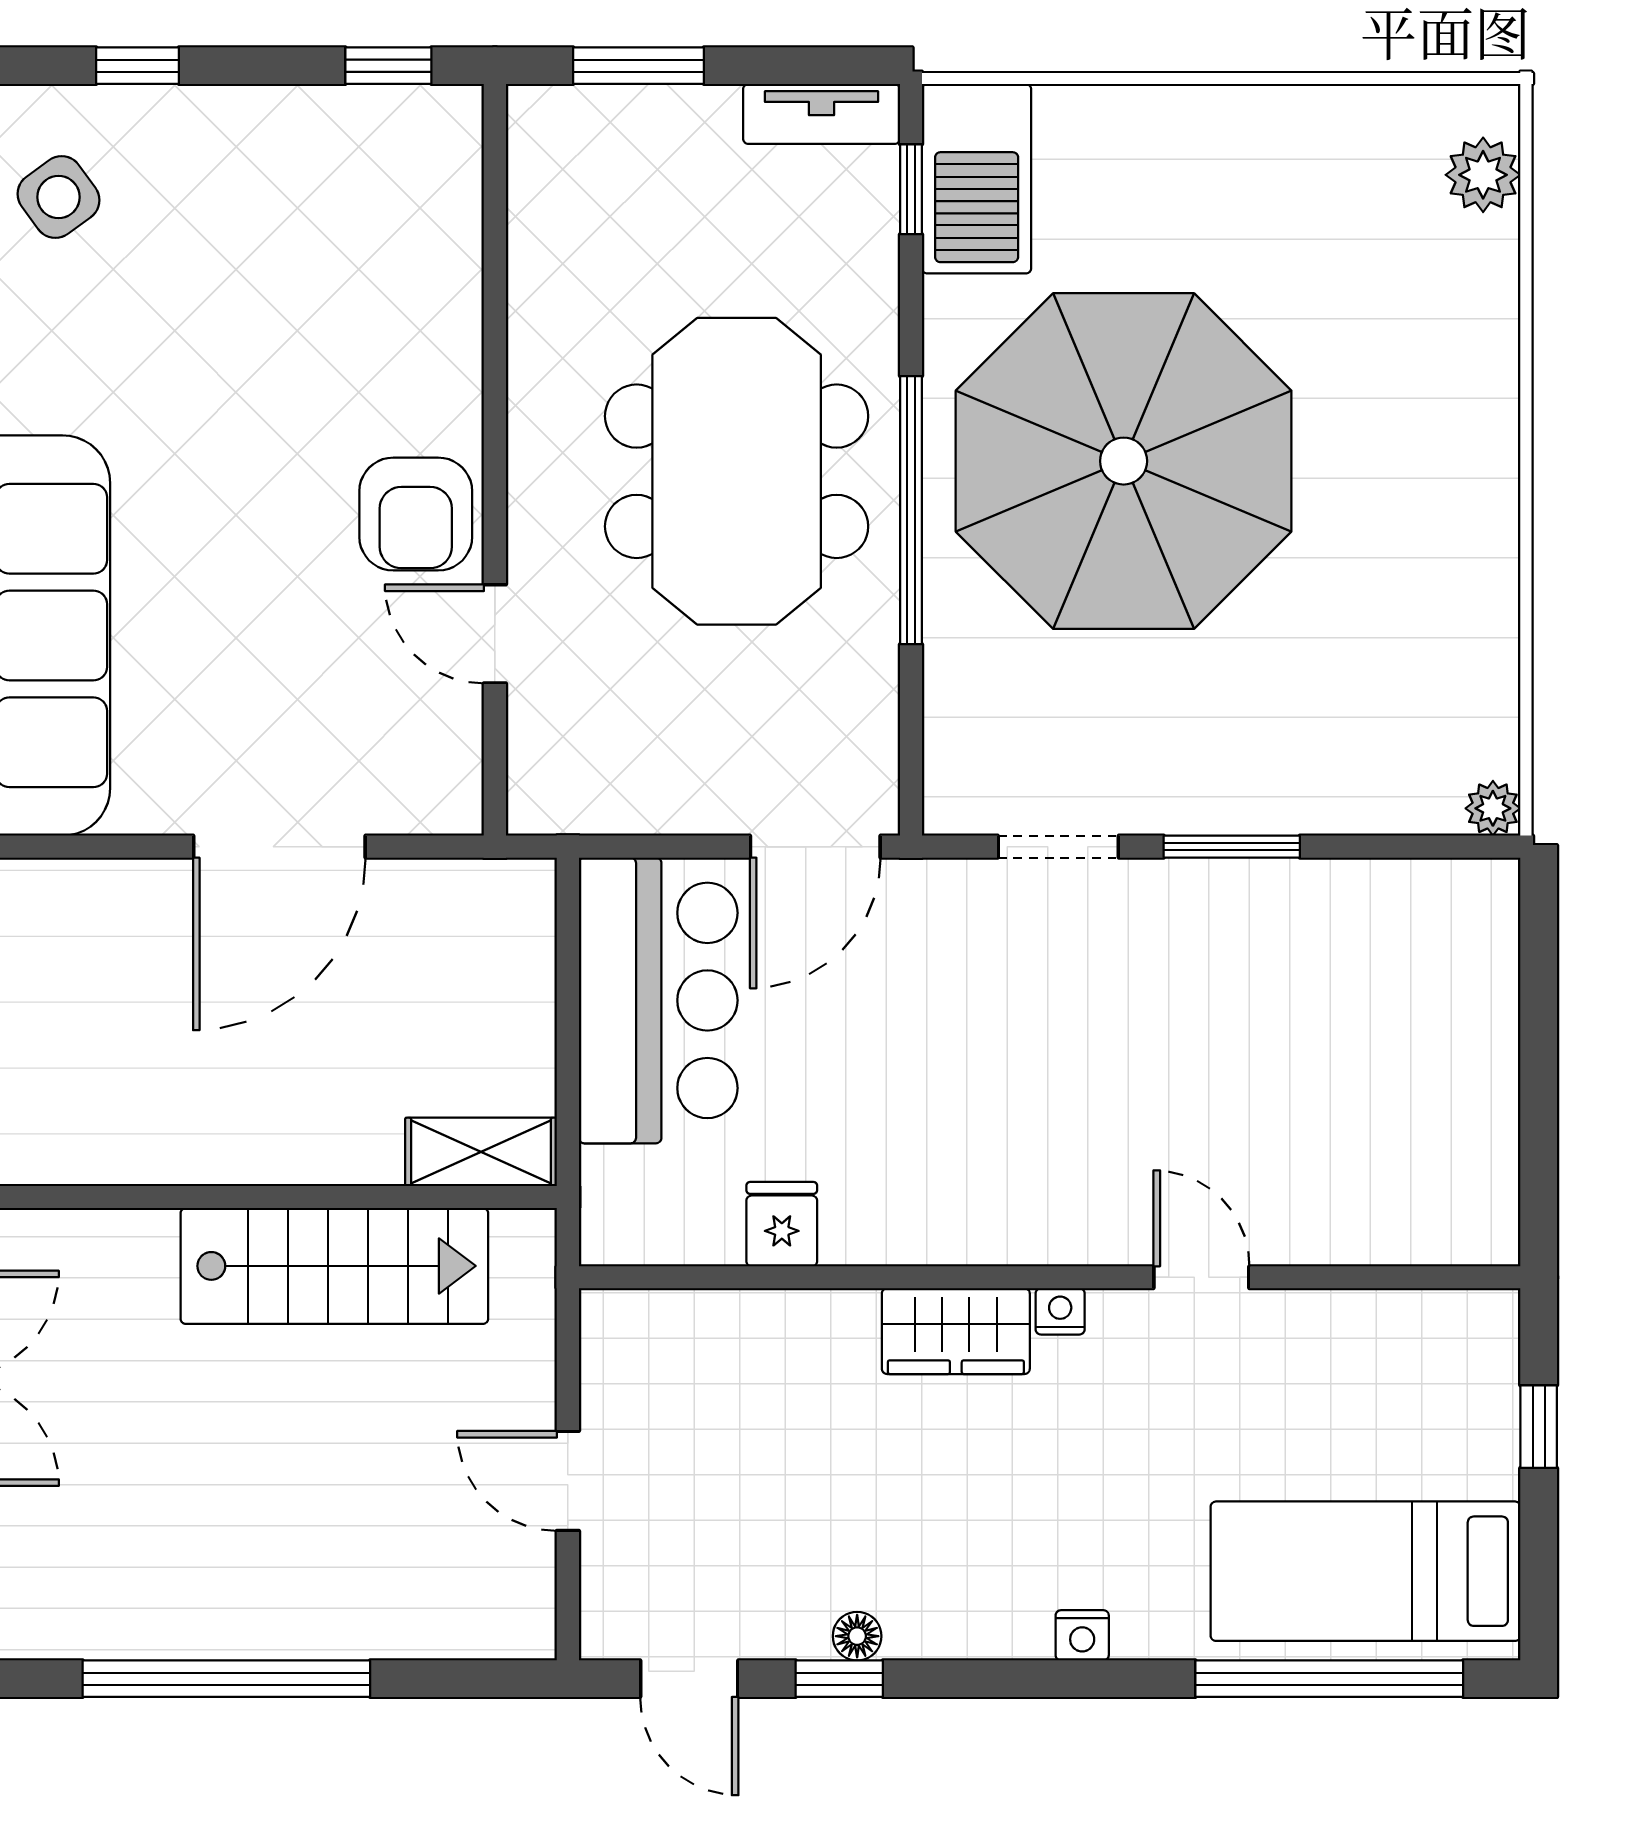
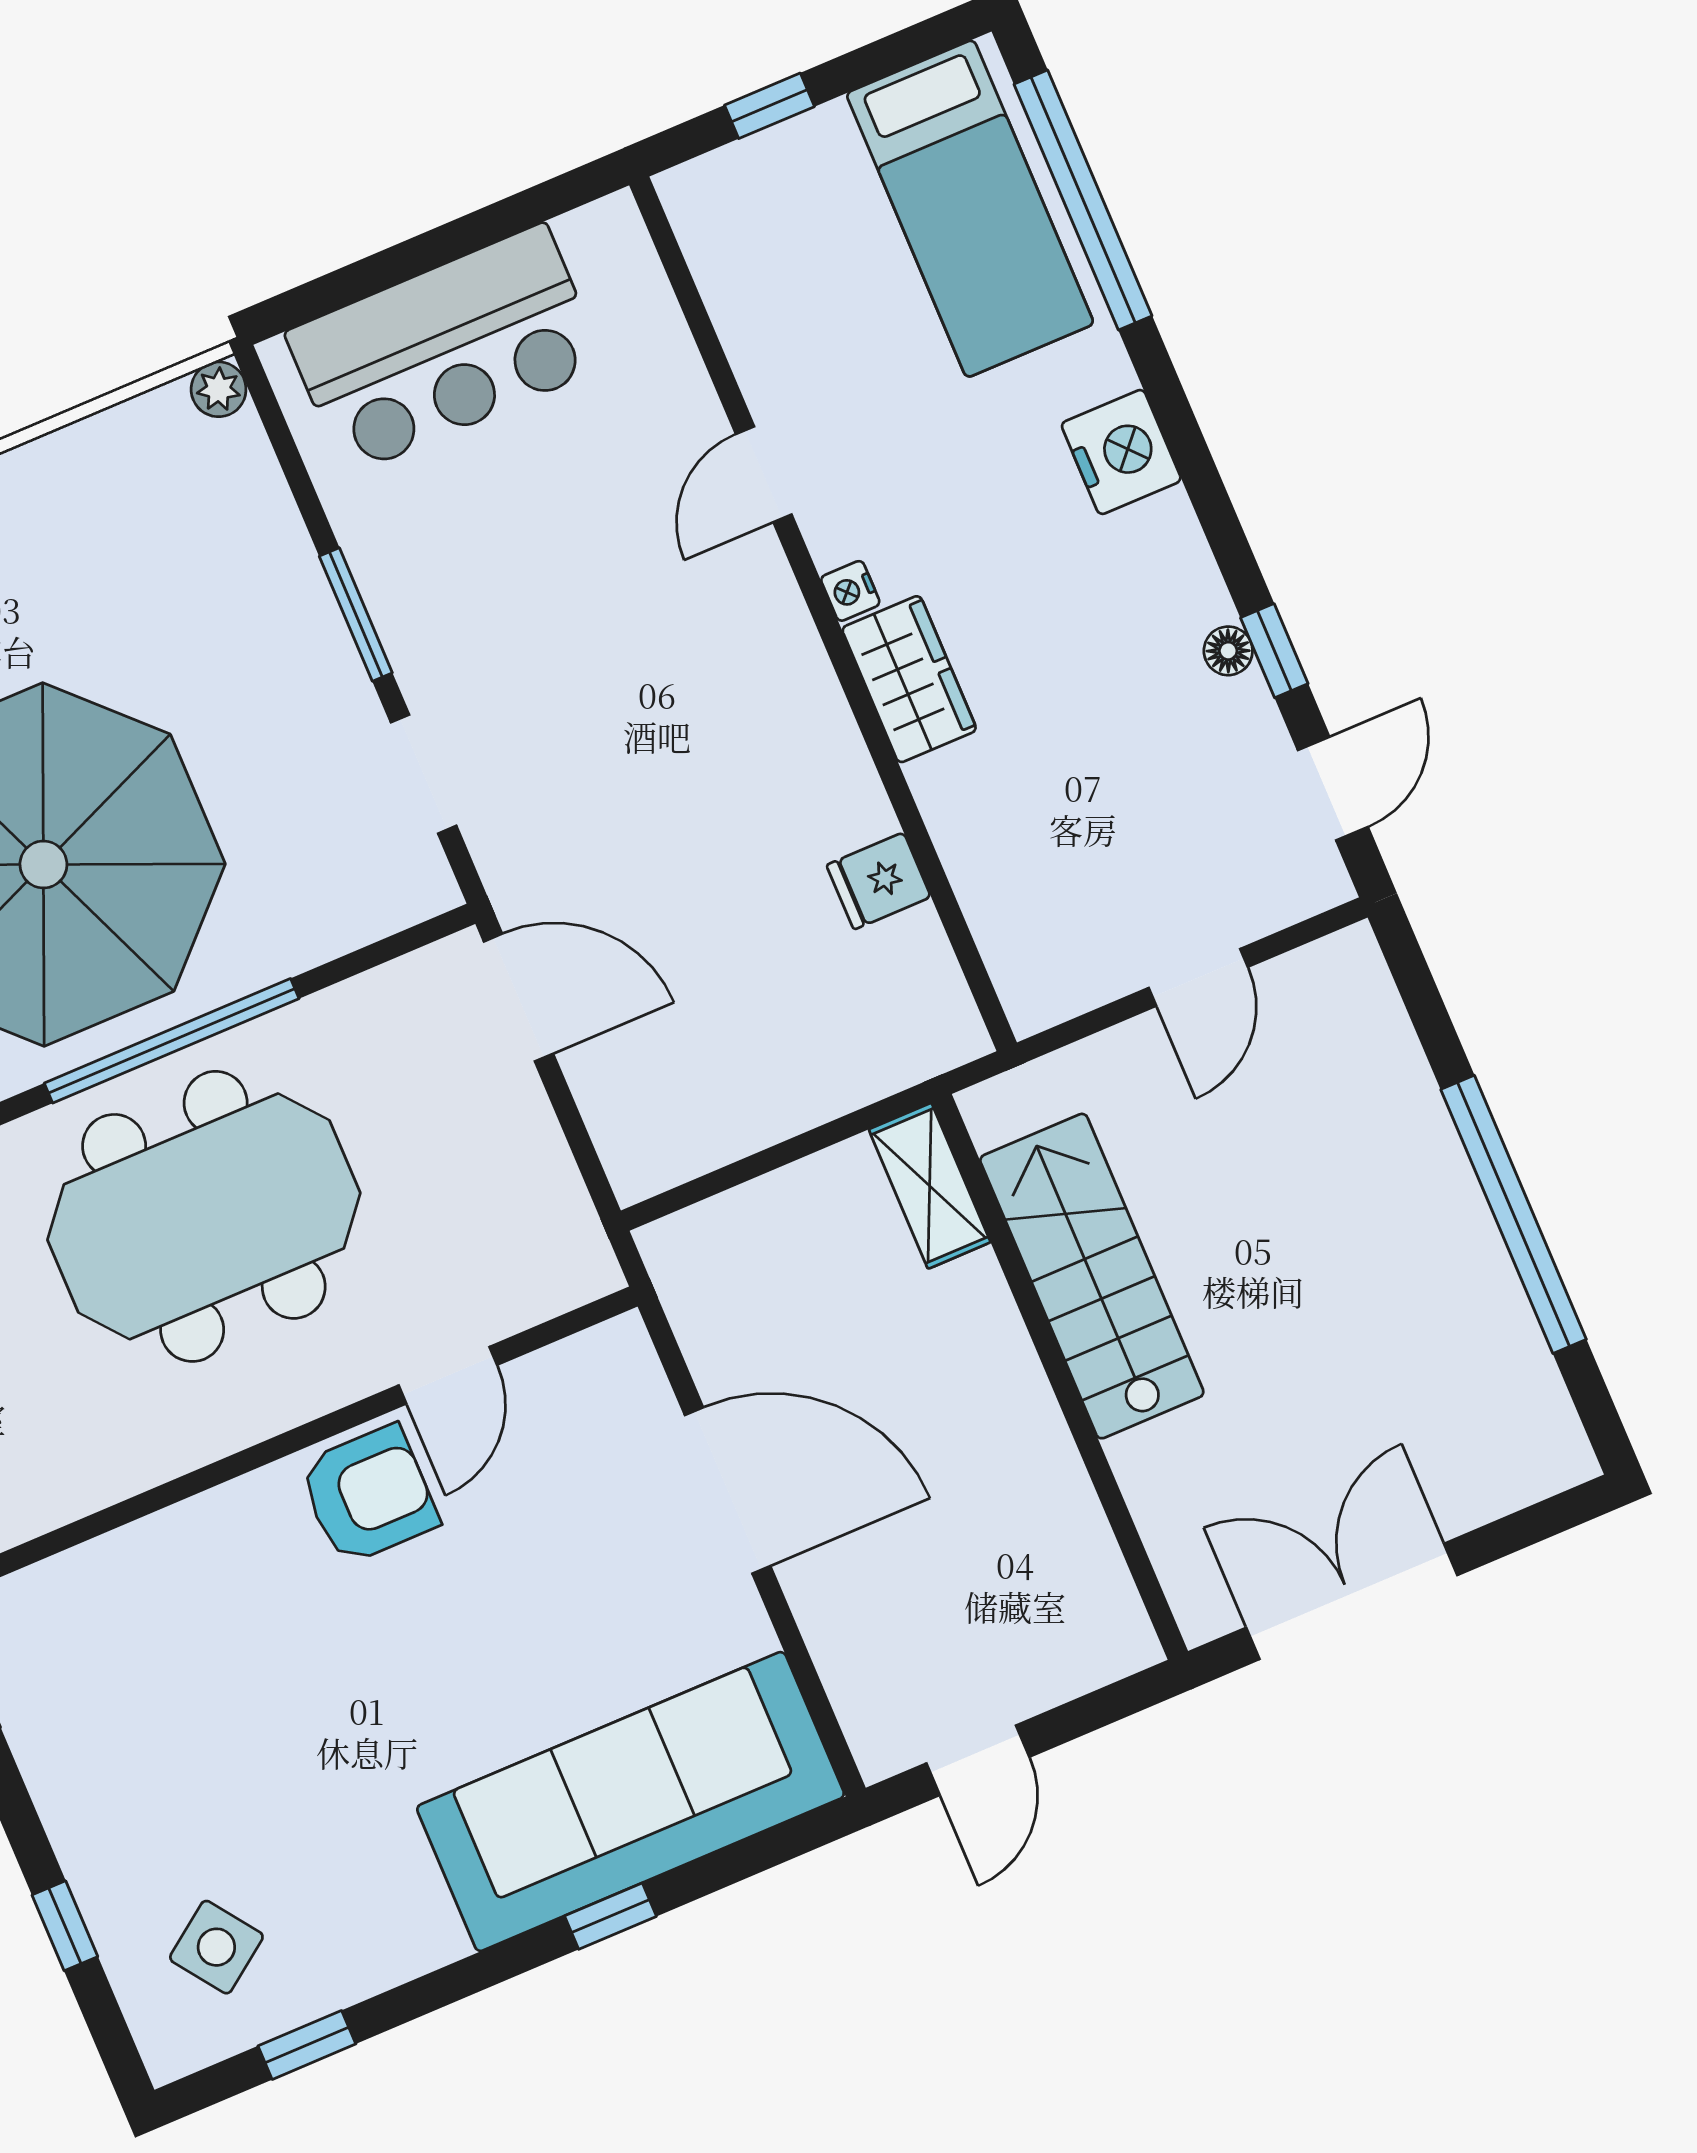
bar counter: (658, 1000) -> (445, 349), moved, turned 180
nightstand: (1082, 1635) -> (1121, 452), width x1.89, depth x1.79

